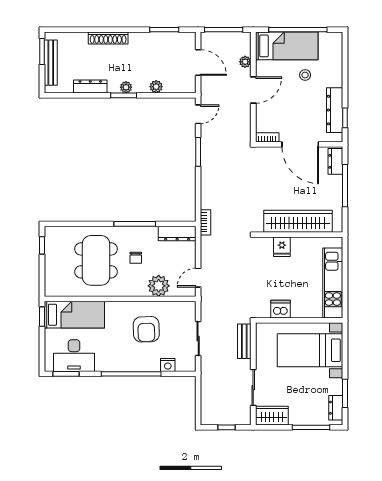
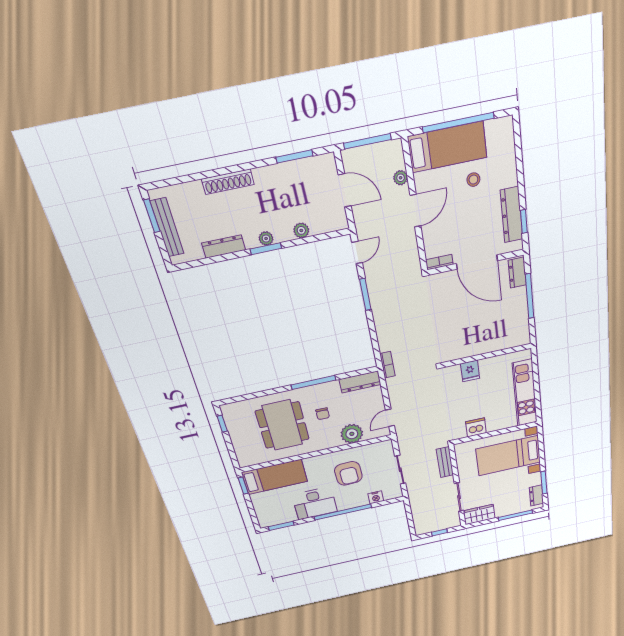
wardrobe: (298, 221) -> (484, 343), removed
desk: (74, 356) -> (315, 503), moved

